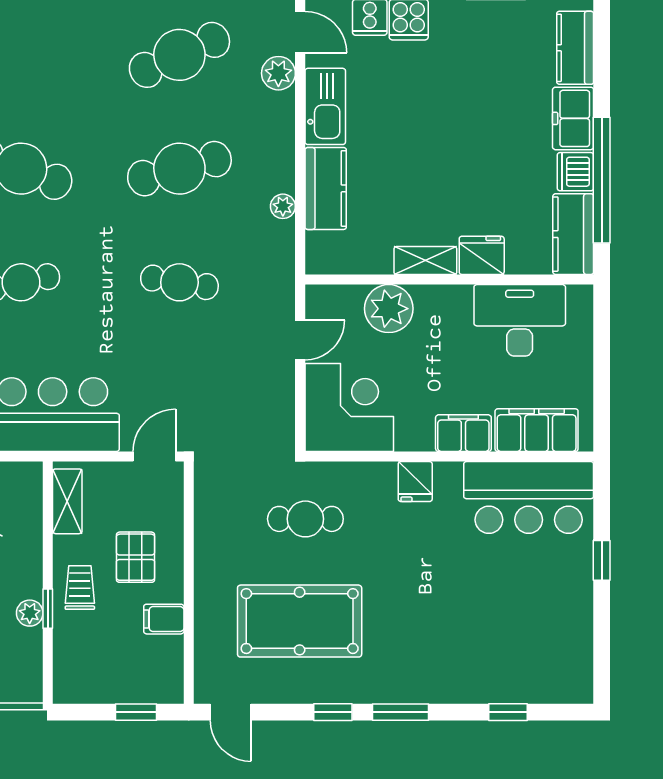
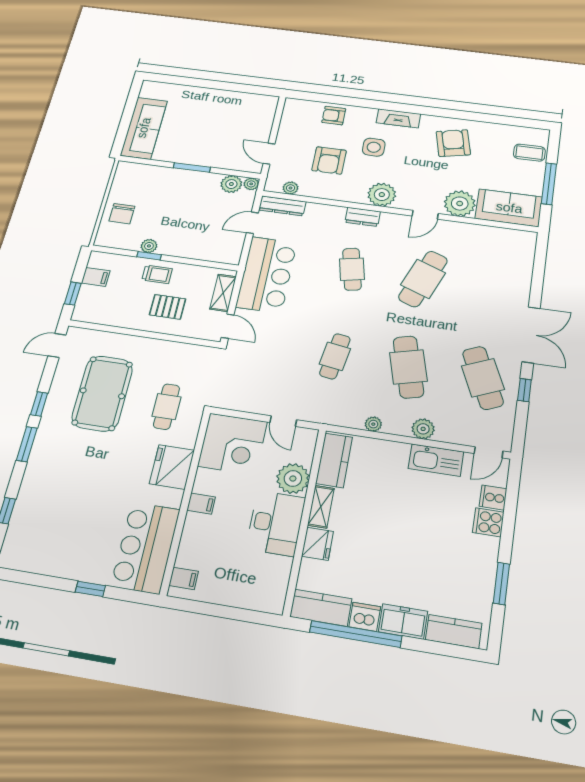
plant: (278, 73) -> (423, 429), moved
kitchen counter: (326, 188) -> (334, 460), moved, turned -90
desk: (520, 320) -> (276, 523), moved
filing cabinet: (537, 430) -> (184, 578), width x0.33, depth x0.86
filing cabinet: (463, 433) -> (201, 504), width x0.50
fridge: (415, 482) -> (172, 467), width x1.88, depth x1.34
shelving: (67, 501) -> (223, 293), moved, turned 90
filing cabinet: (164, 619) -> (96, 277), moved, turned 90

